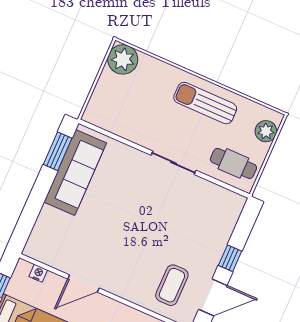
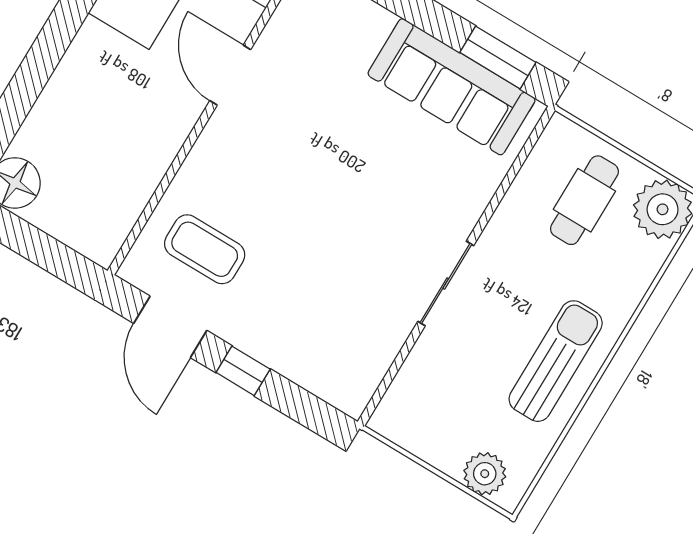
cafe table: (233, 163) -> (584, 200), moved

